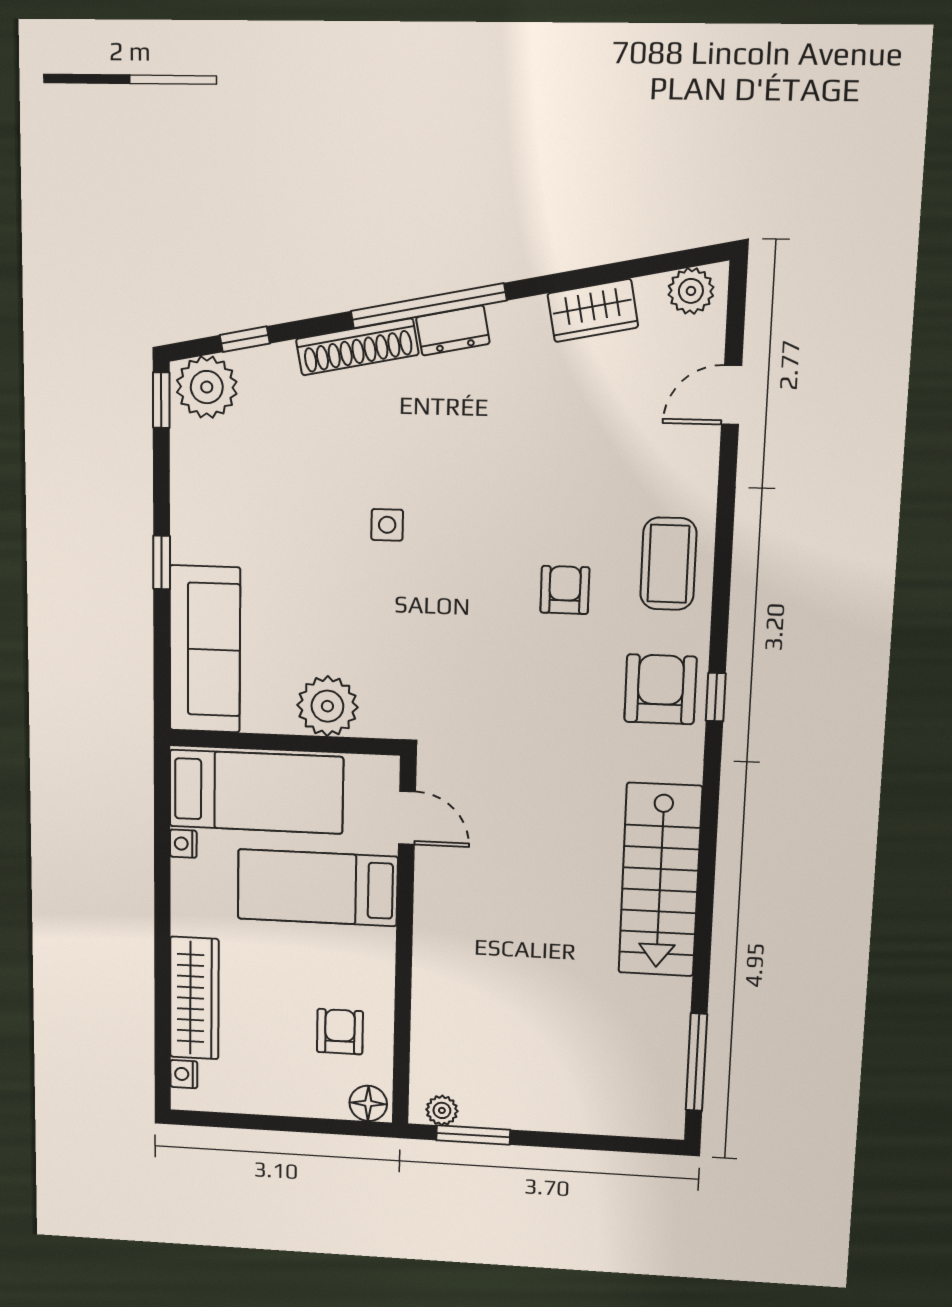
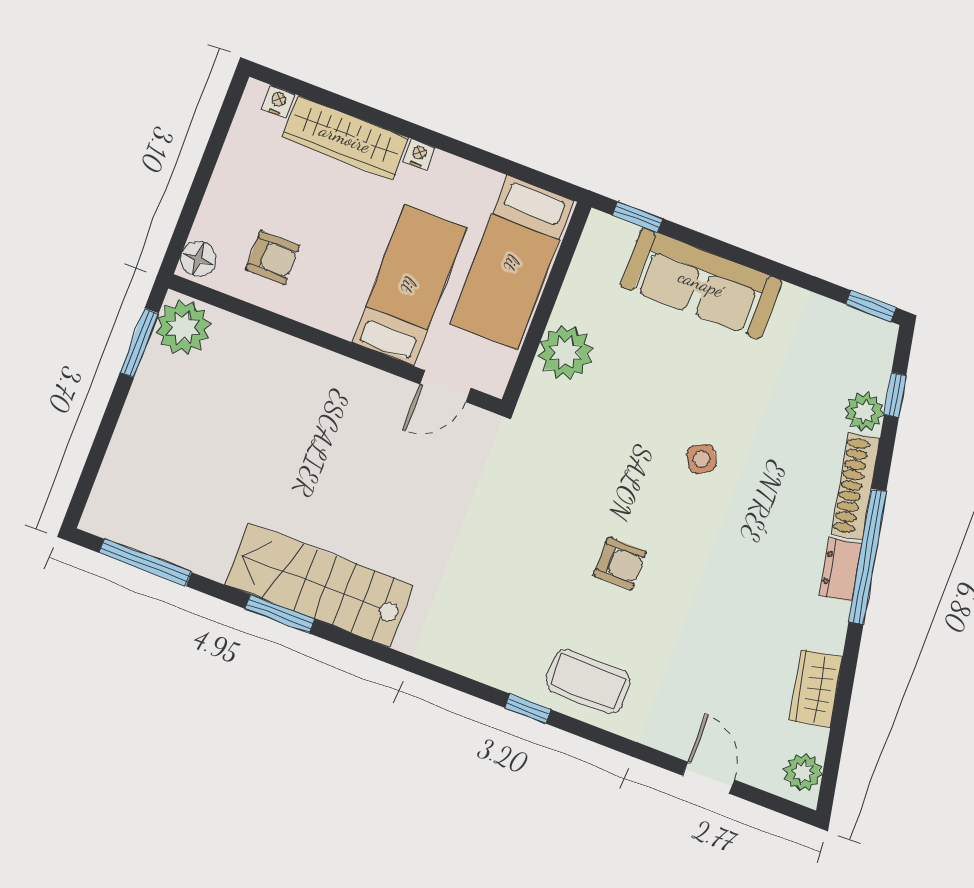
plant: (207, 387) -> (864, 412), moved, width x0.73, depth x0.73
side table: (387, 525) -> (701, 459), turned -30
window: (162, 562) -> (638, 217), moved
armchair: (565, 590) -> (620, 564), moved
sofa: (205, 649) -> (701, 283), moved
armchair: (660, 689) -> (485, 640), removed
window: (716, 697) -> (528, 709), moved
nightstand: (183, 844) -> (419, 155), moved
window: (704, 910) -> (280, 614), added
plant: (442, 1110) -> (183, 328), width x1.88, depth x1.88

